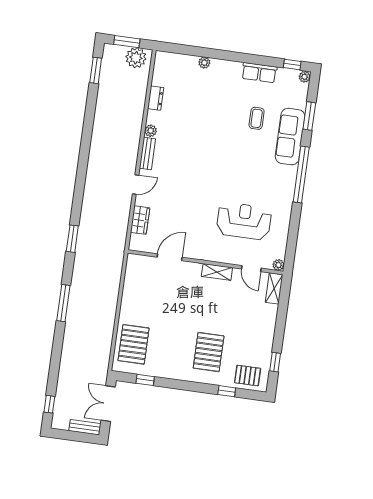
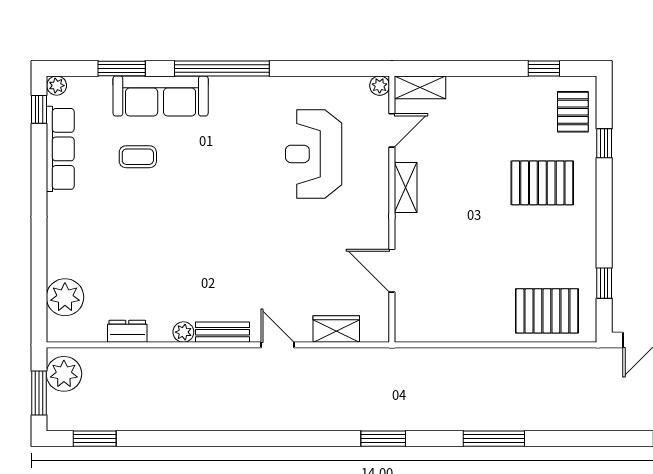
plant: (204, 63) -> (65, 297), moved, width x1.87, depth x1.87
row of seats: (259, 73) -> (60, 149), width x1.48

